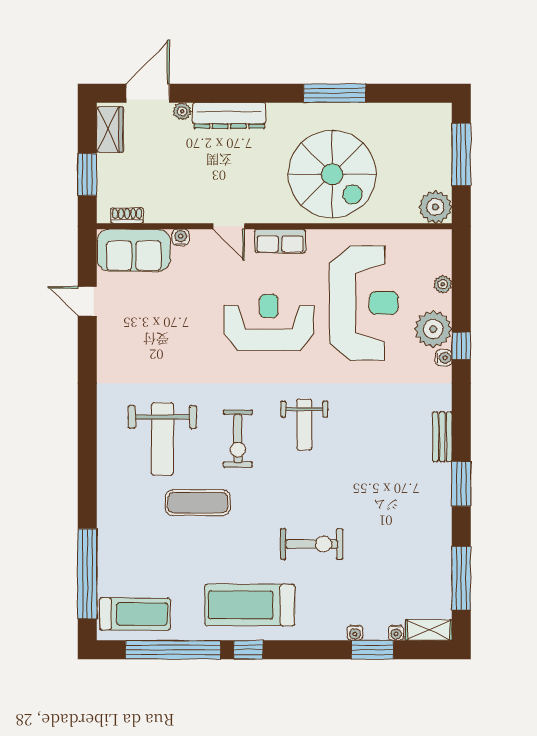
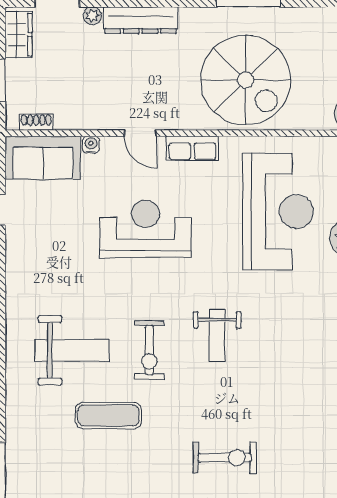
reception desk: (269, 322) -> (146, 229), moved
weight bench: (162, 439) -> (72, 350), turned -90

